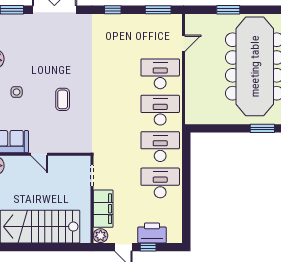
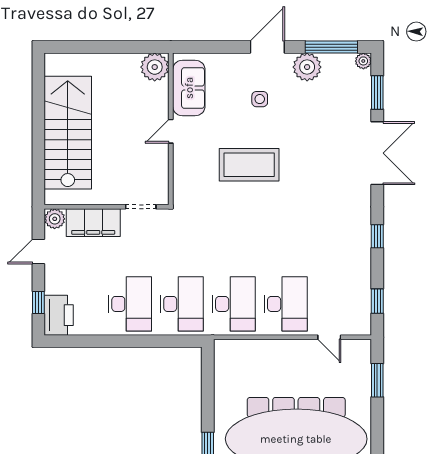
window: (158, 10) -> (377, 301), width x0.67
window: (228, 10) -> (377, 380), moved
coffee table: (63, 99) -> (249, 165), width x1.86, depth x1.72
printer: (152, 233) -> (59, 315), moved
window: (148, 247) -> (38, 303), moved

